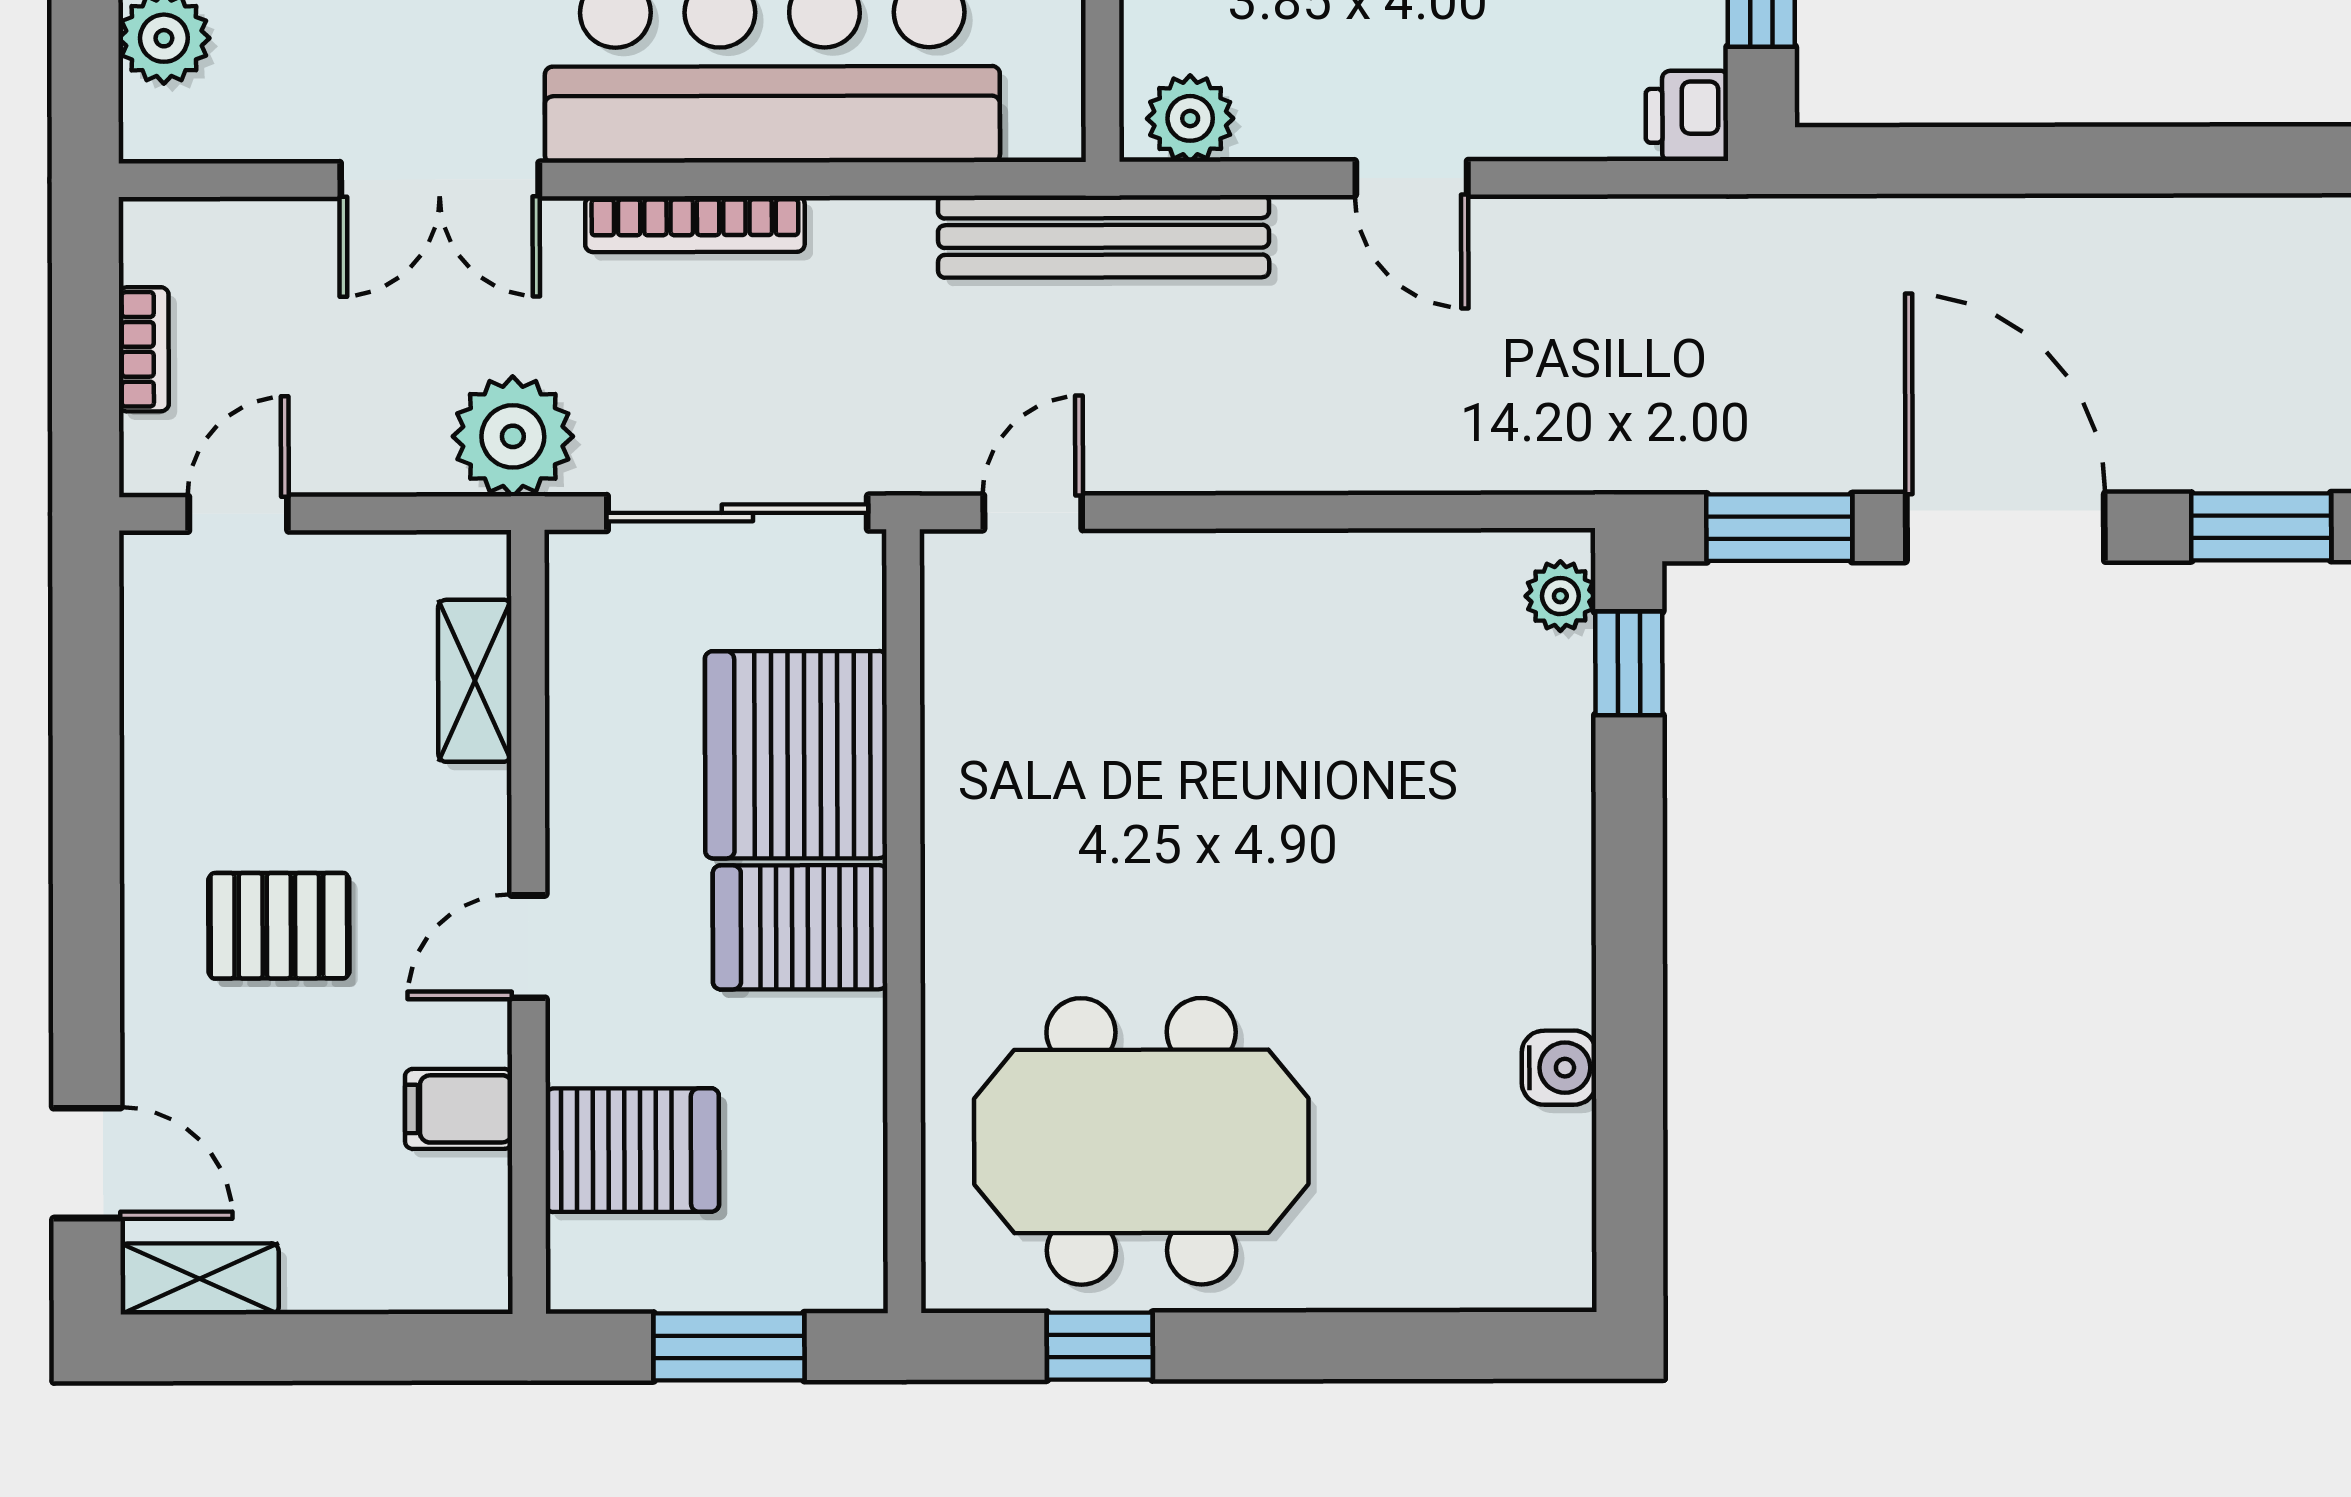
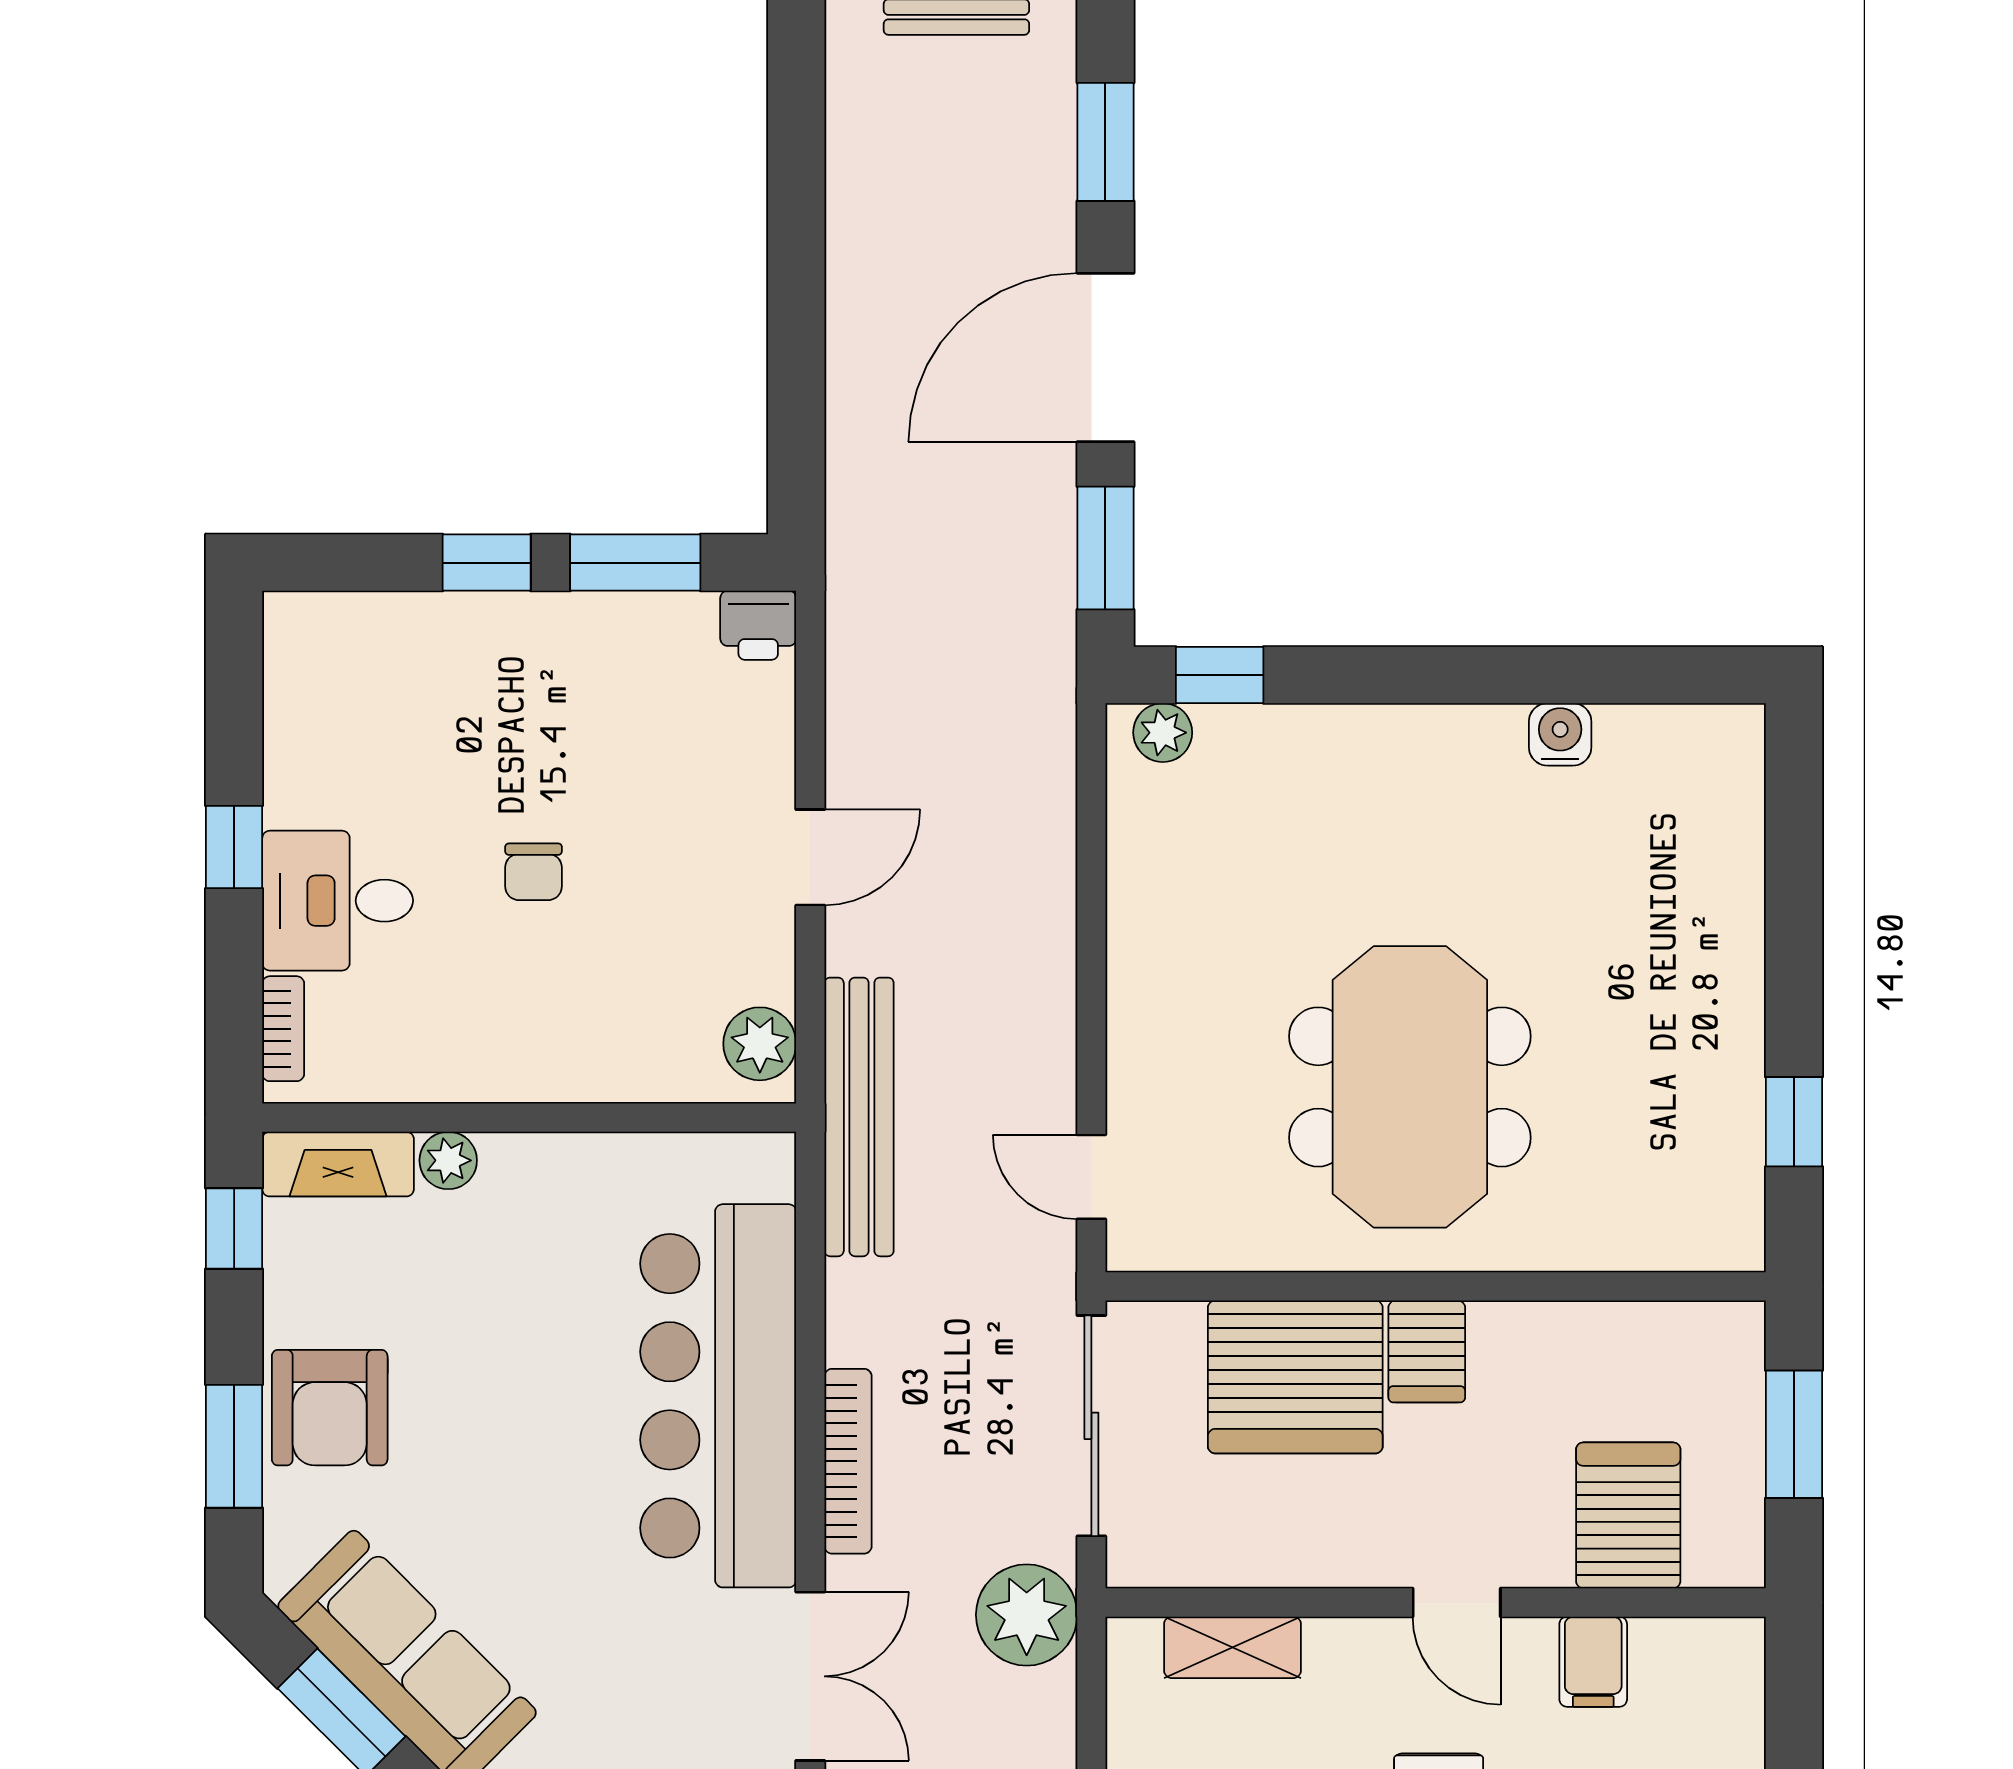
server rack: (800, 927) -> (1427, 1351), width x0.73, depth x0.70
meeting table: (1141, 1141) -> (1410, 1087), moved

